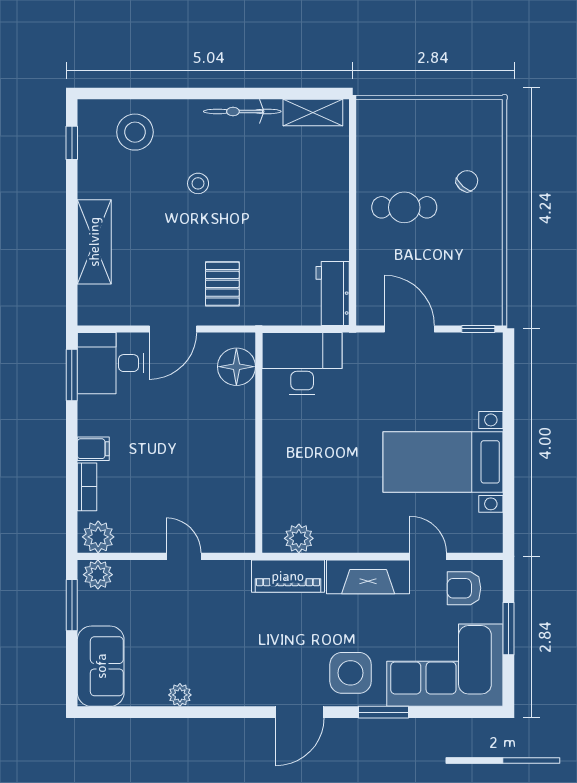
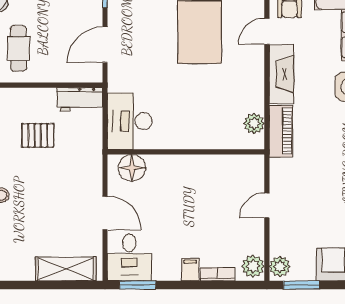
shelving: (94, 242) -> (66, 269), moved
pallet: (222, 284) -> (38, 135), moved

